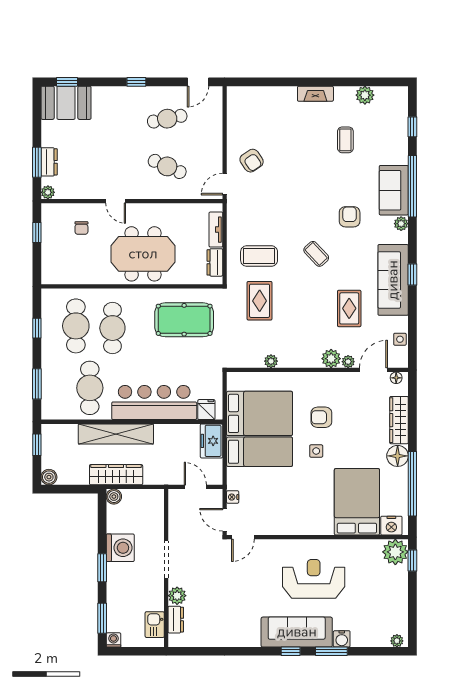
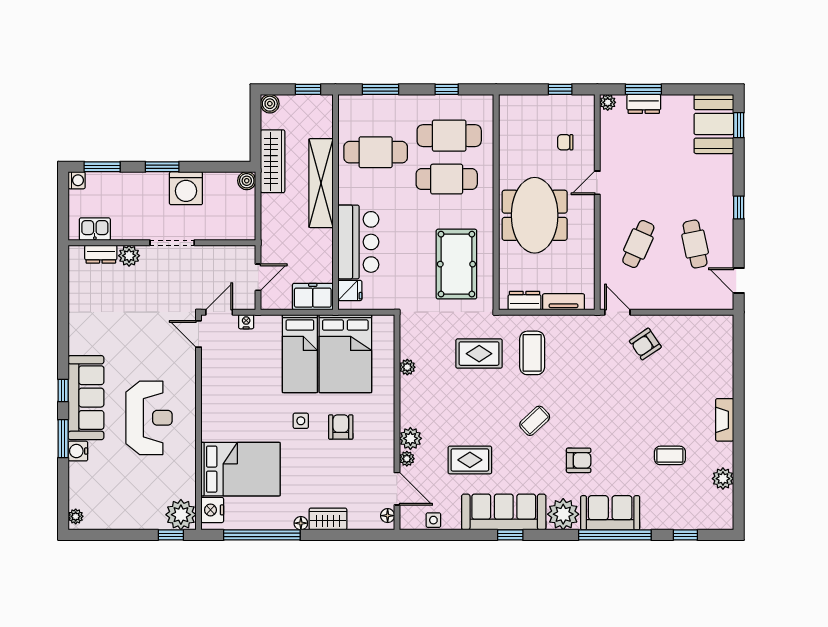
plant: (401, 224) -> (563, 514), width x1.88, depth x1.88
bar counter: (154, 402) -> (358, 242), width x0.73
wardrobe: (399, 420) -> (328, 519), width x0.67
floor lamp: (398, 456) -> (301, 523), width x0.53, depth x0.53
wardrobe: (116, 475) -> (273, 161), moved

